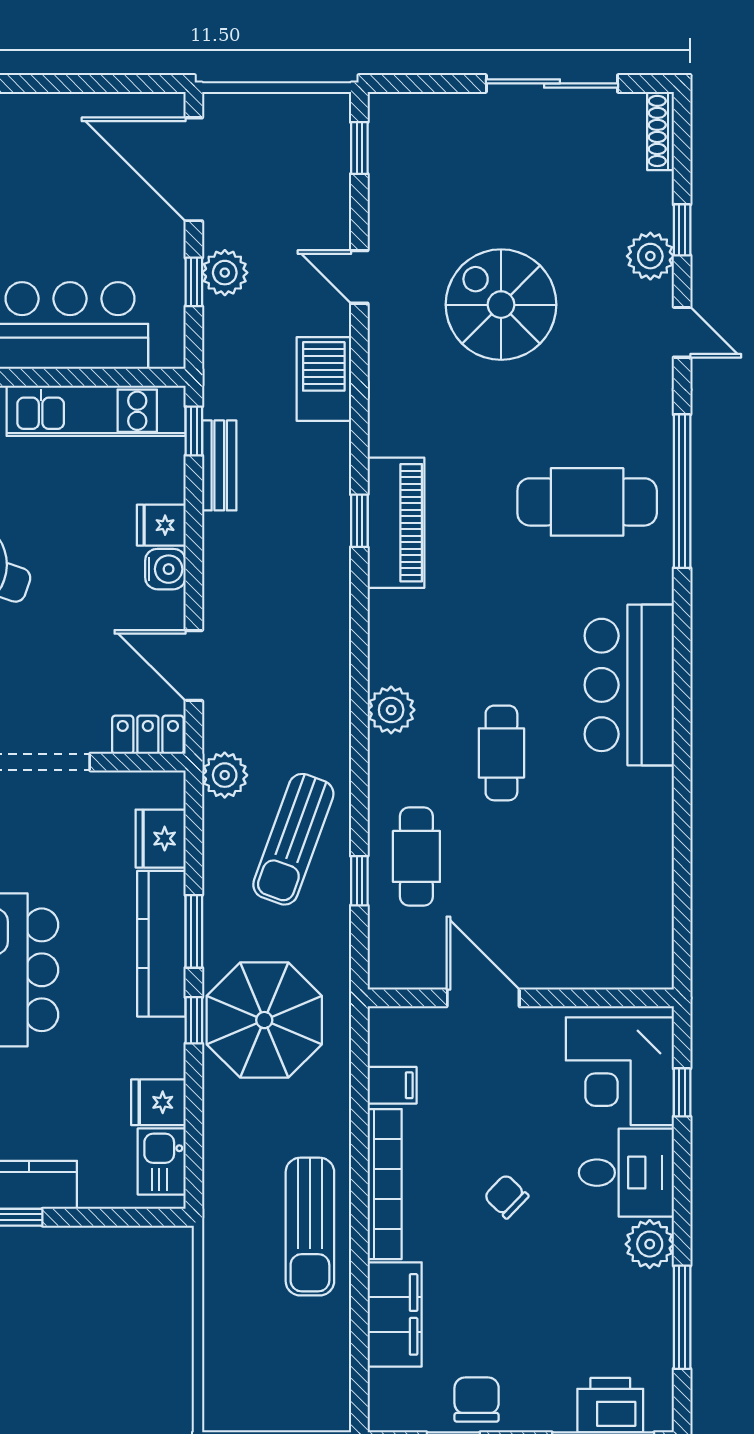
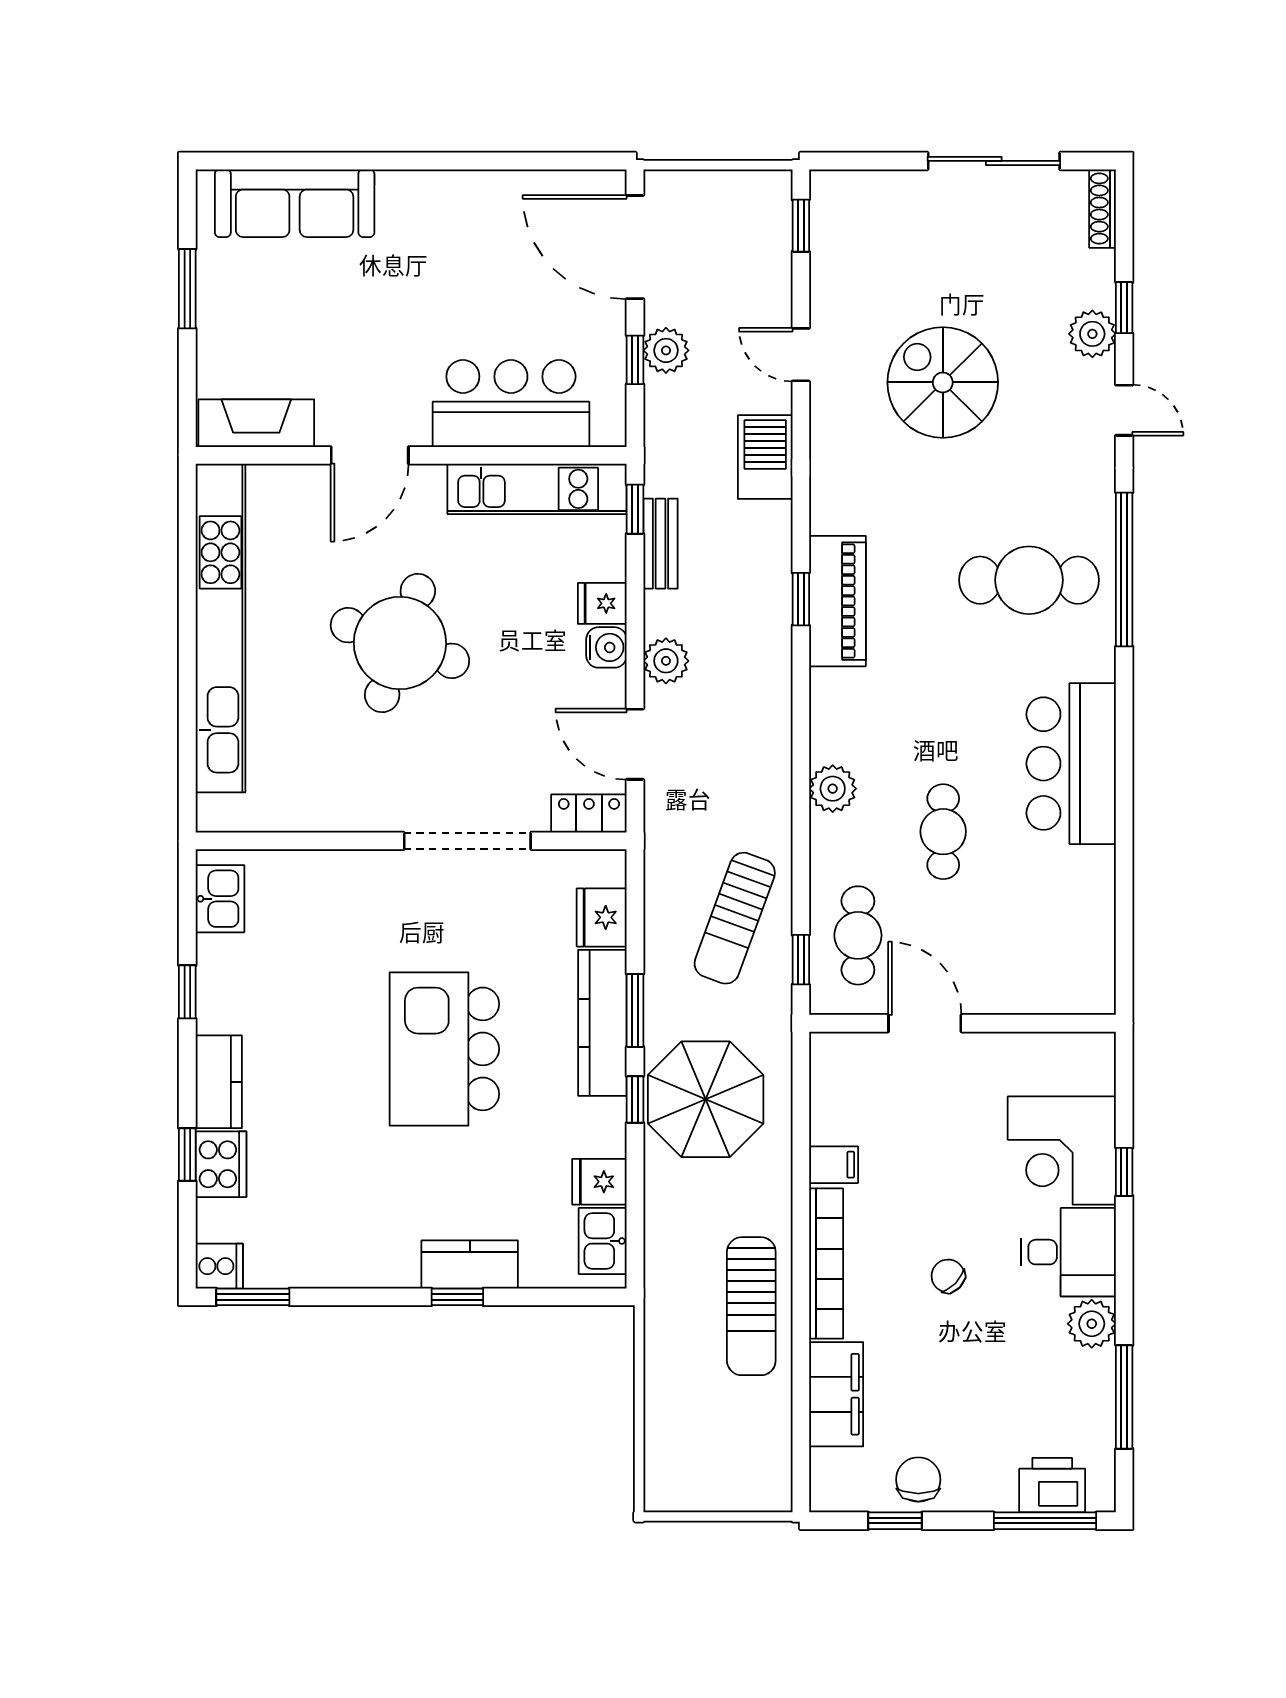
plant: (225, 775) -> (666, 661), moved
door: (483, 998) -> (925, 1023), moved
wall: (521, 998) -> (962, 1023), moved

